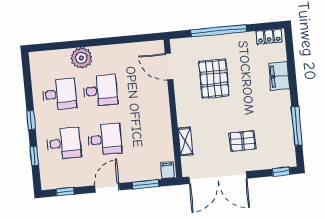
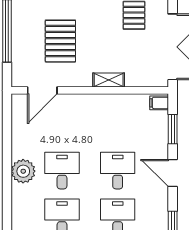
plant: (81, 58) -> (23, 171), moved
pallet: (214, 79) -> (60, 41), turned 90
shelving: (185, 142) -> (109, 80), moved

